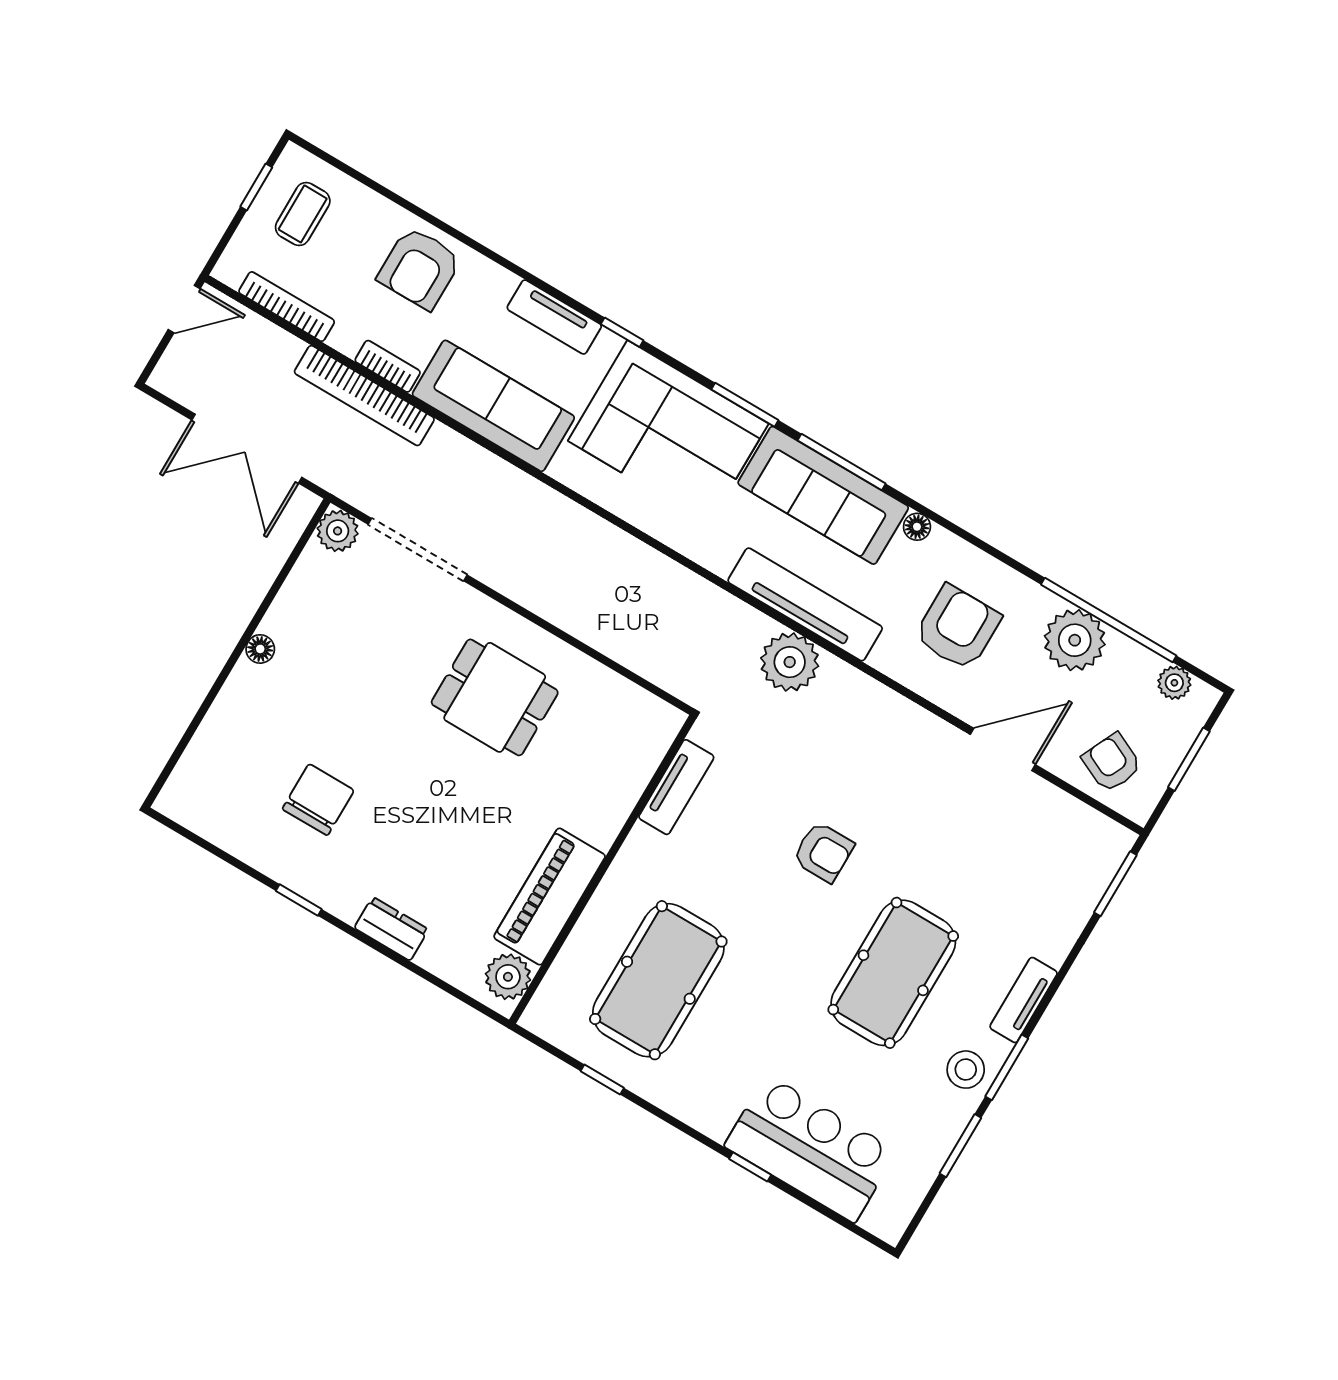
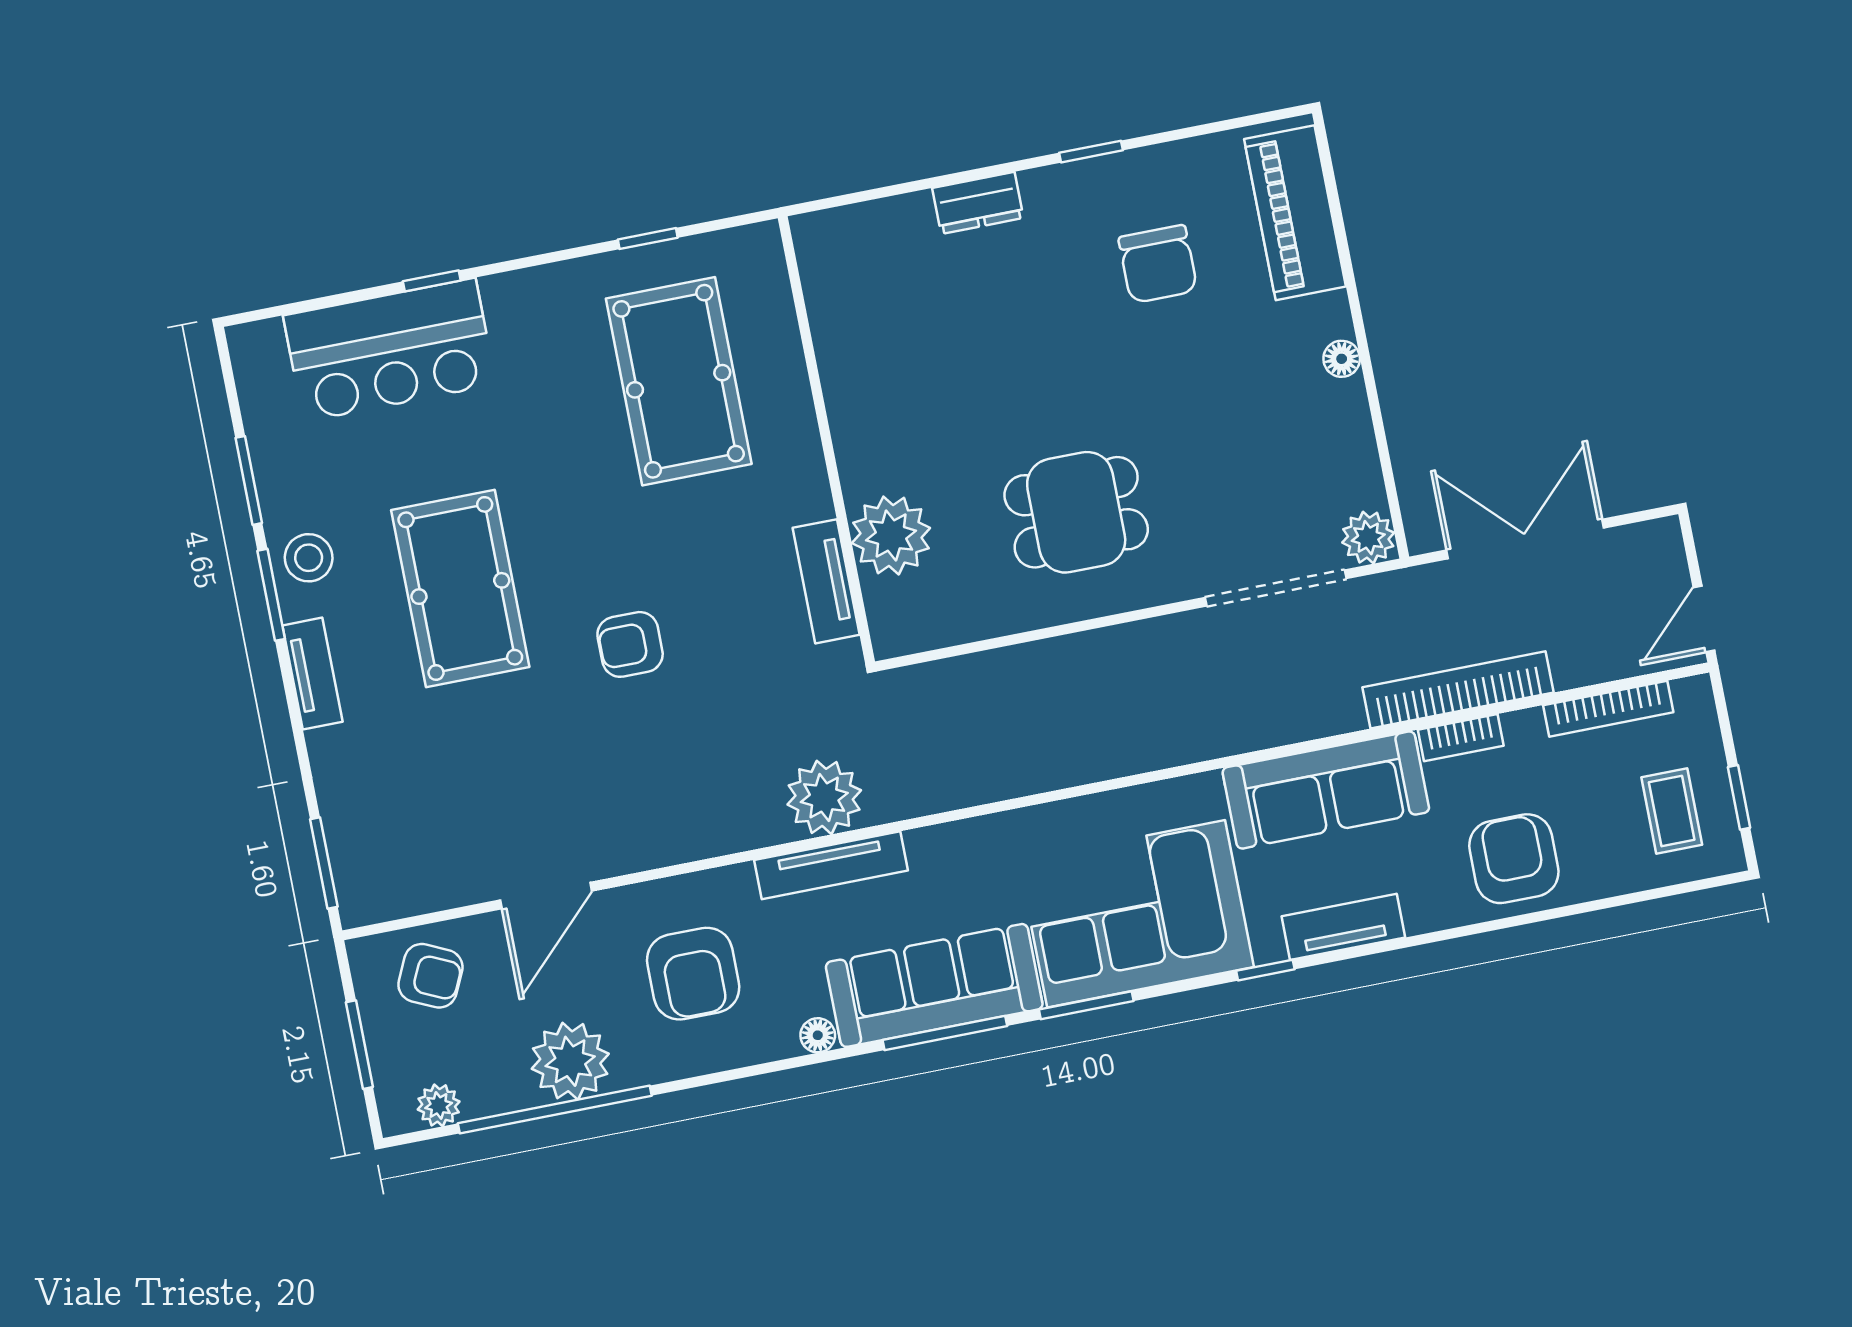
tv unit: (805, 604) -> (831, 865), width x0.73, depth x0.78
piano: (550, 897) -> (1295, 213), moved, turned 180
plant: (508, 977) -> (891, 535), moved, width x1.36, depth x1.36

